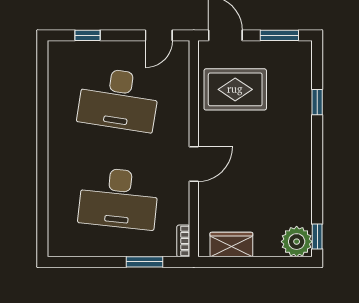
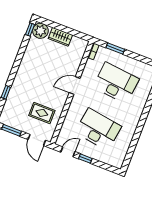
window: (88, 35) -> (85, 159), moved
rug: (235, 89) -> (42, 113), width x0.73, depth x0.70
wardrobe: (231, 245) -> (60, 37), moved

